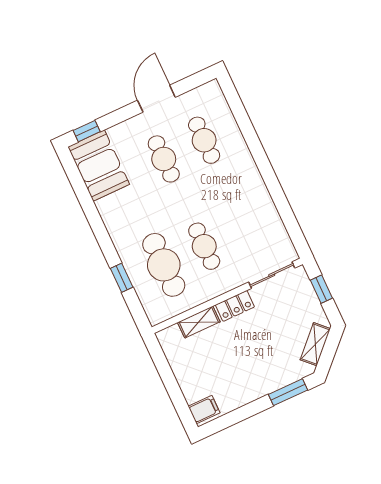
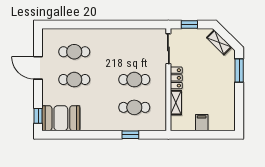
cafe table: (164, 265) -> (134, 107), width x0.73, depth x0.74
filing cabinet: (204, 410) -> (202, 123), moved

